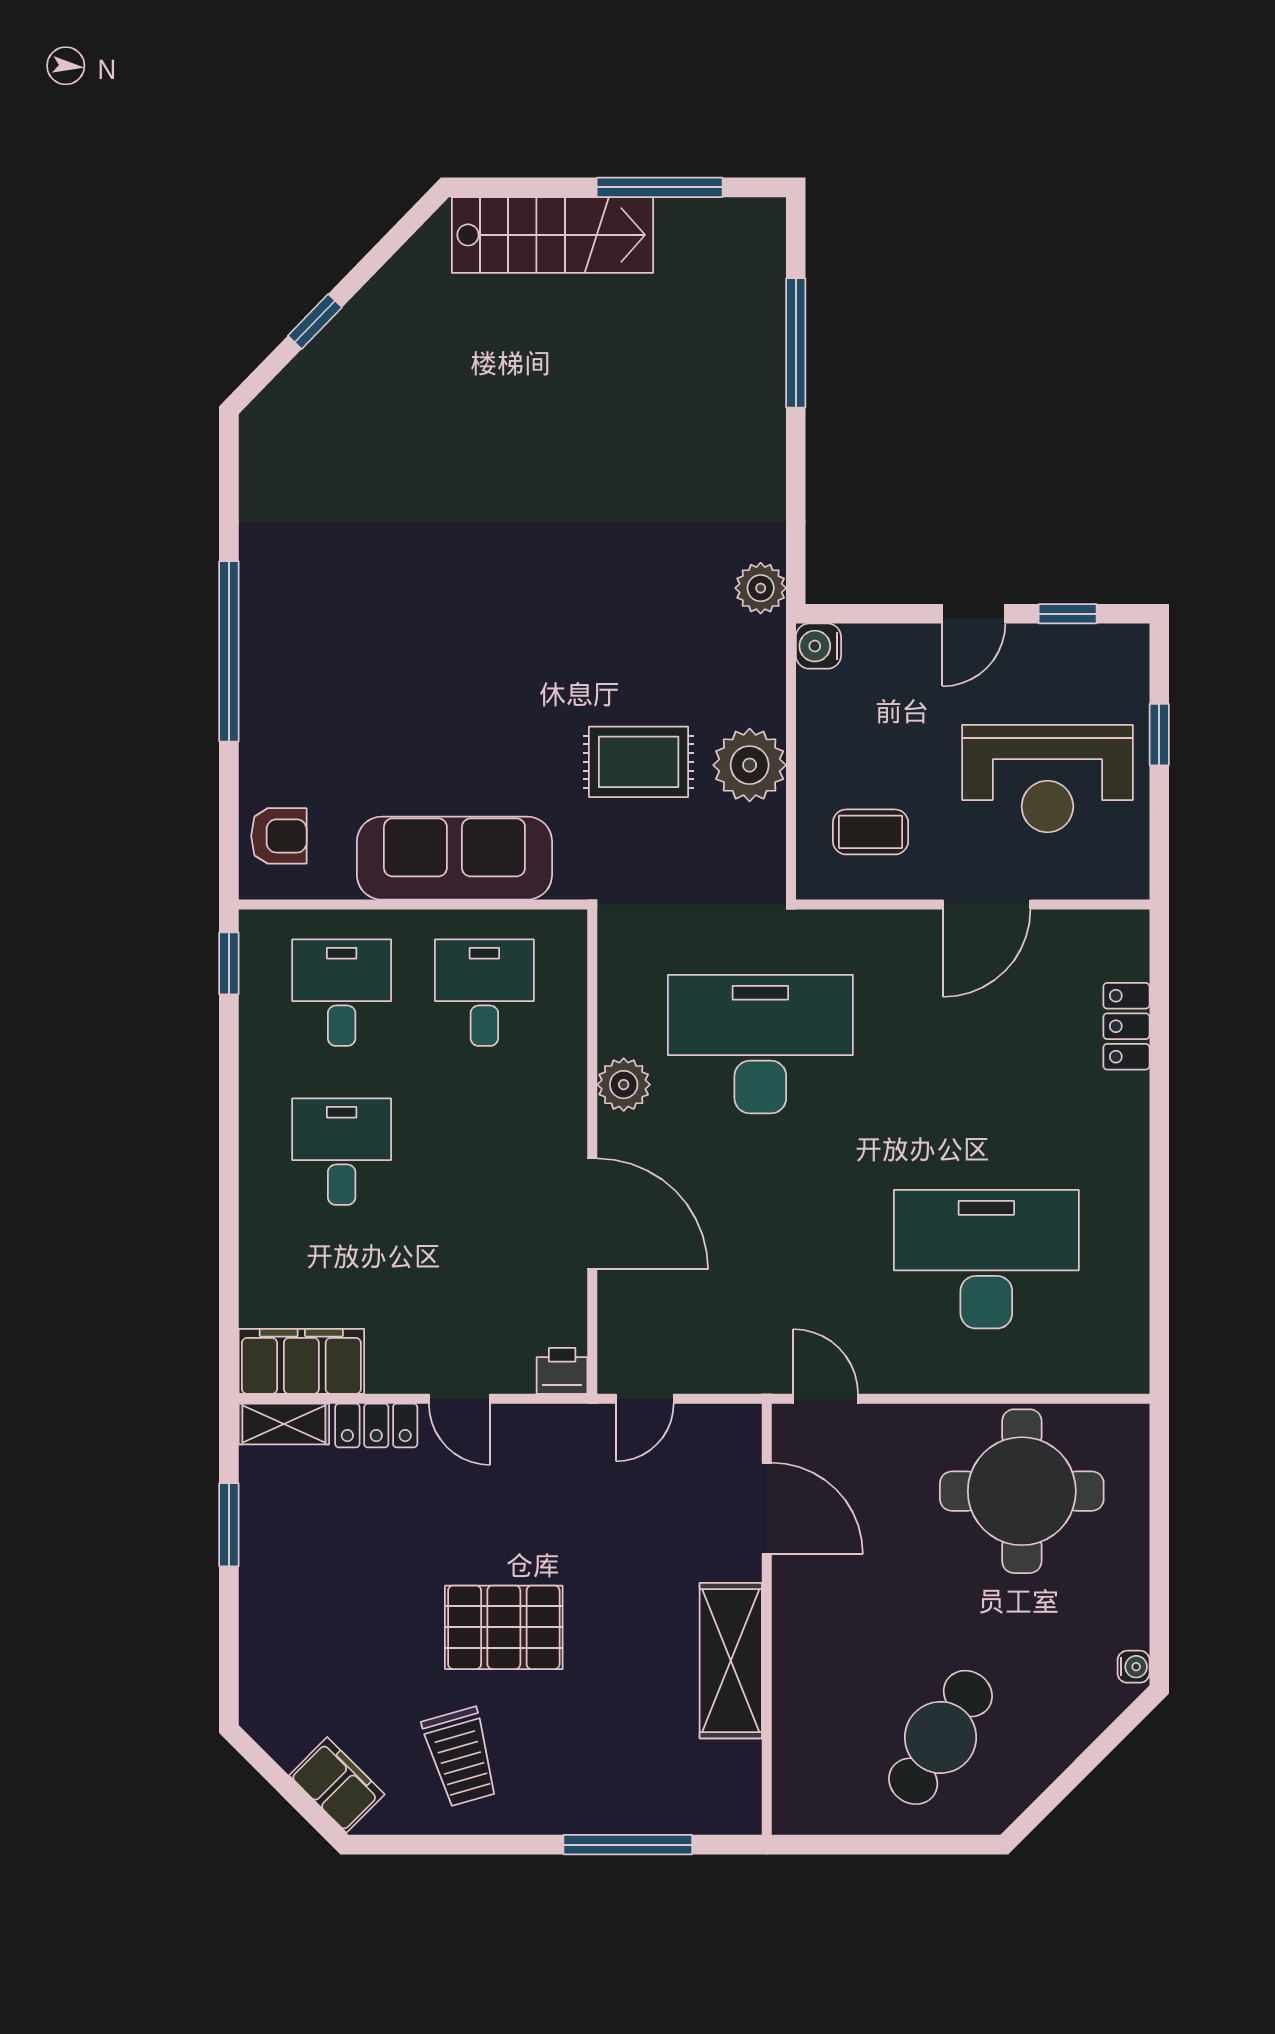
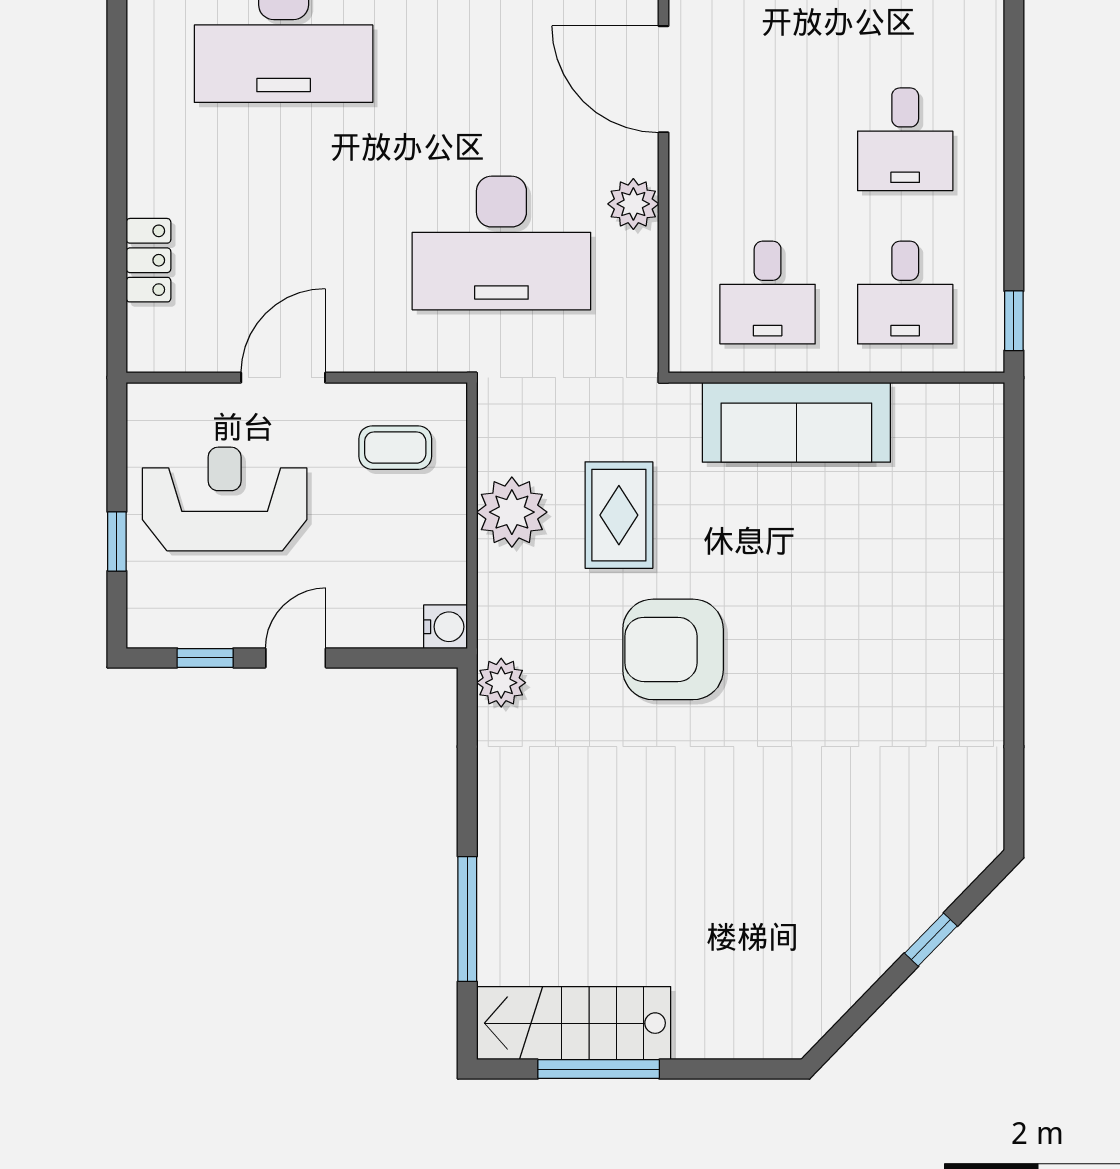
stairs: (552, 235) -> (574, 1023), moved
window: (229, 651) -> (1014, 622), removed
rug: (639, 762) -> (619, 515), turned 90
armchair: (279, 836) -> (673, 649), moved, width x1.88, depth x1.88

